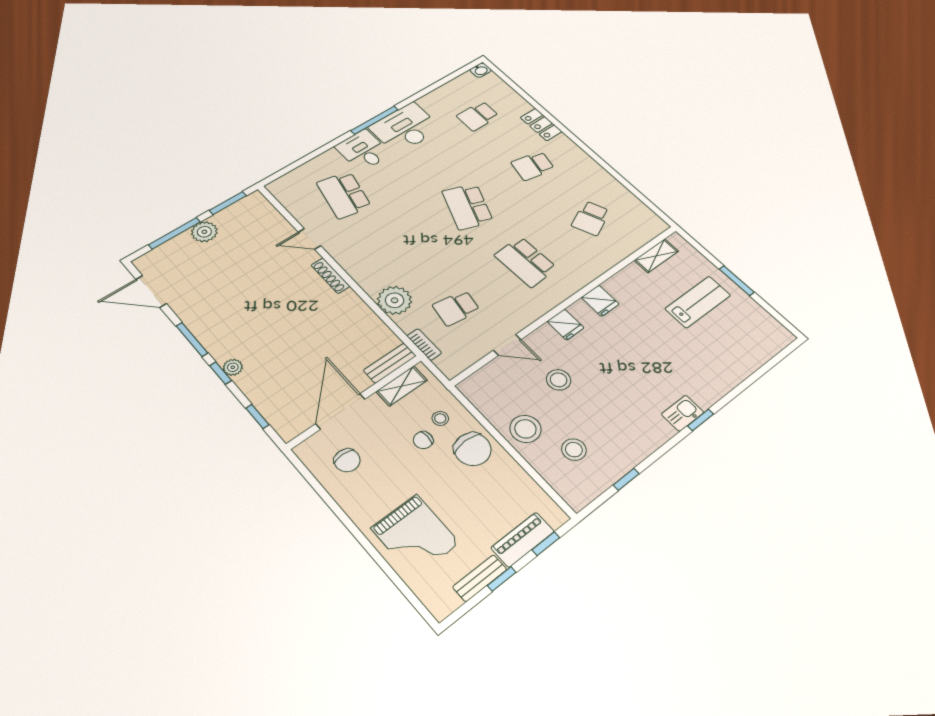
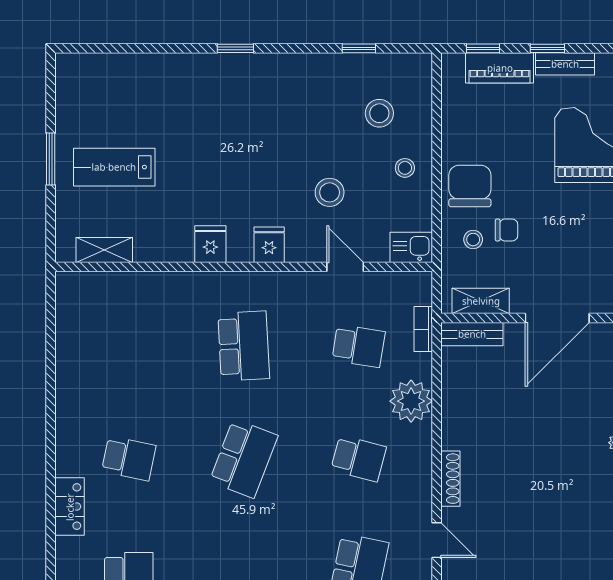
school desk: (591, 218) -> (359, 458), moved, turned 39
kitchen sink: (683, 413) -> (411, 247), moved, turned 180
stool: (525, 429) -> (405, 168), width x0.53, depth x0.53
chair: (347, 460) -> (590, 263), removed

